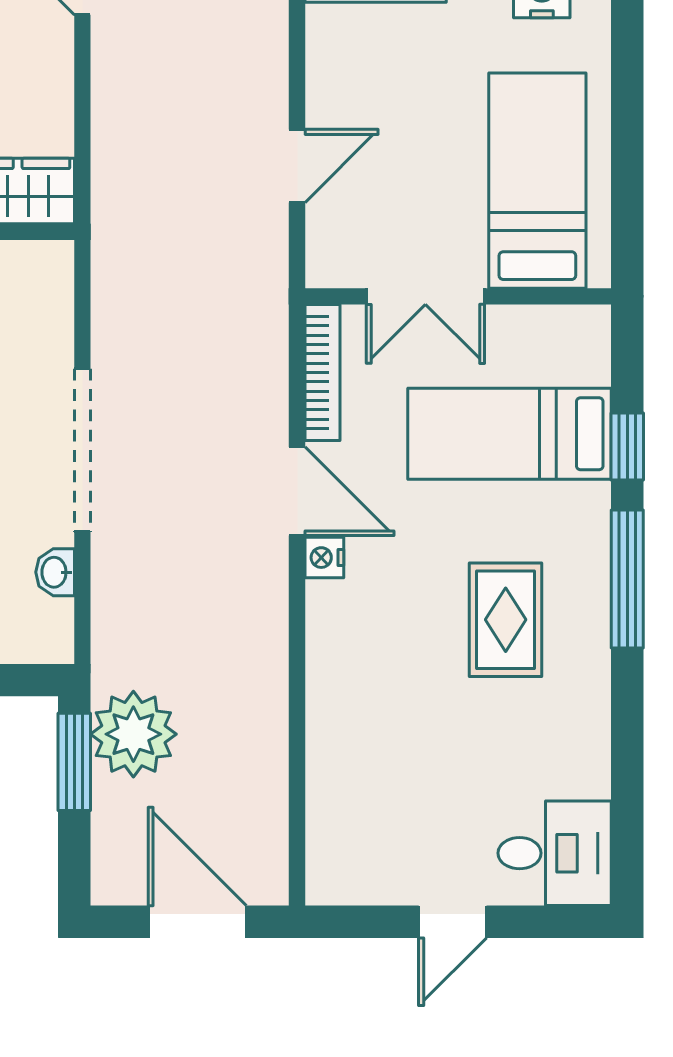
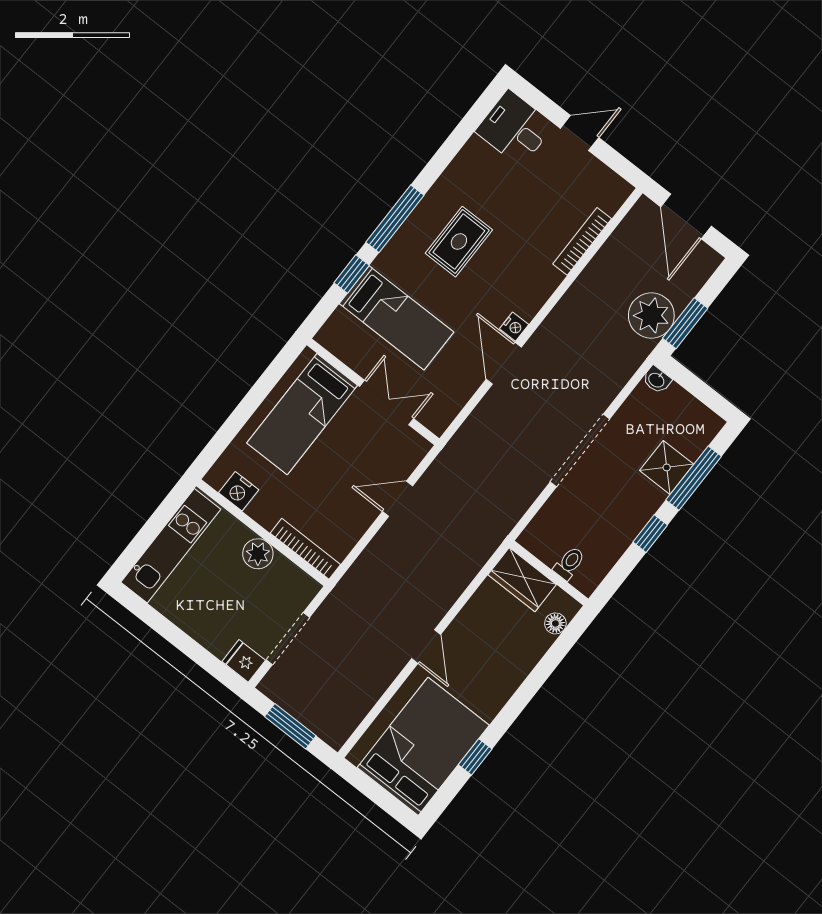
bookcase: (323, 372) -> (582, 241), moved
washbasin: (55, 572) -> (657, 380), moved, turned 90

